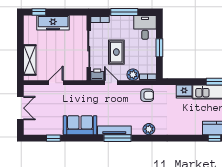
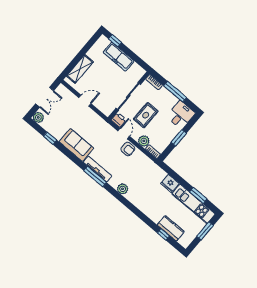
armchair: (147, 95) -> (128, 149), moved
plant: (29, 129) -> (38, 117), added

